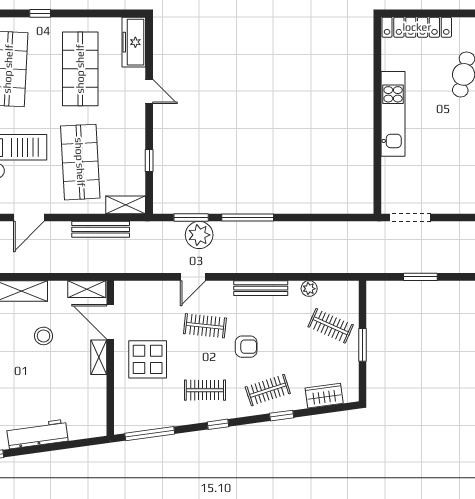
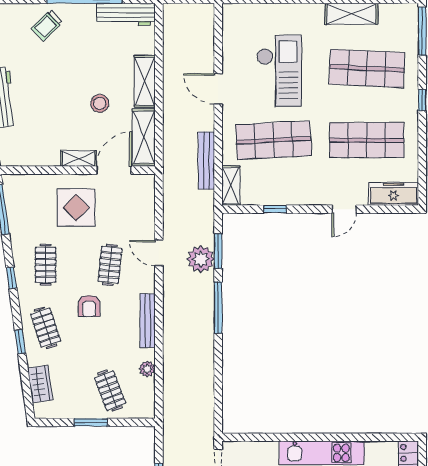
shelving: (87, 289) -> (144, 137), width x1.50, depth x1.33
clothes rail: (331, 326) -> (110, 391), turned -45

